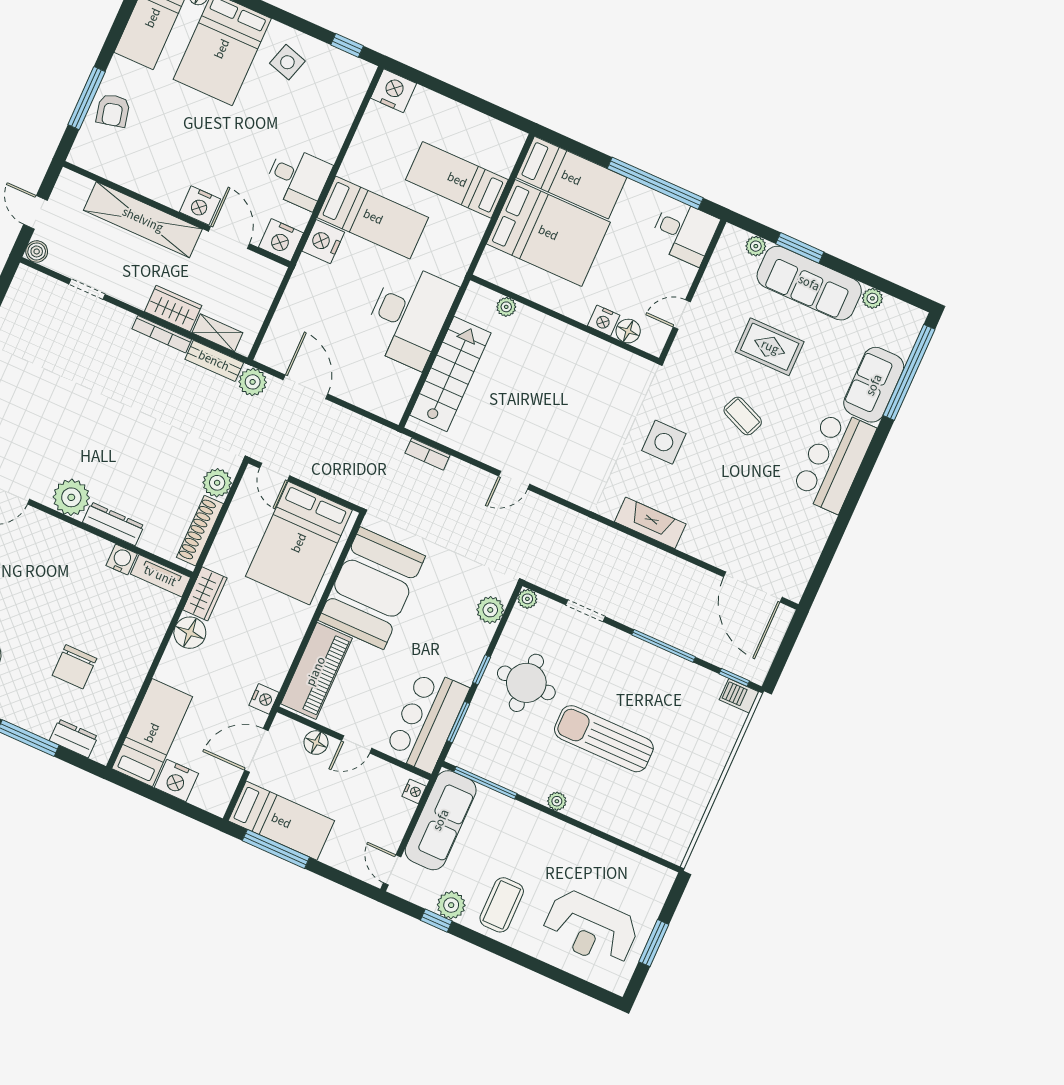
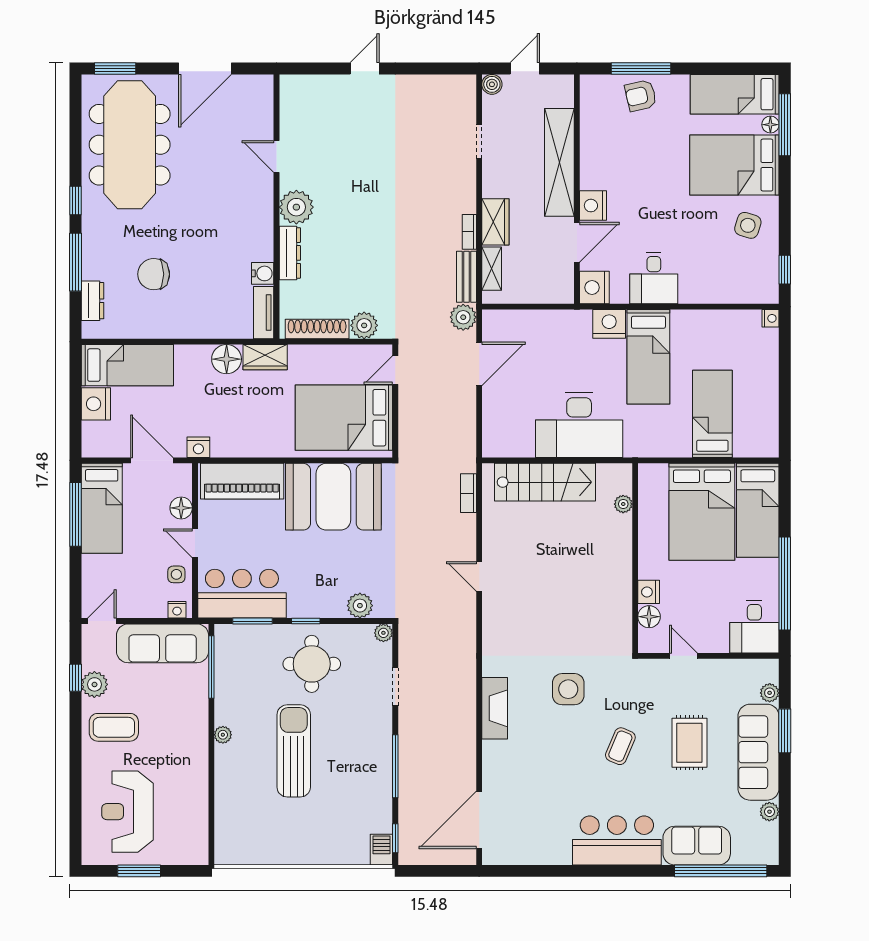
nightstand: (393, 91) -> (771, 318), width x0.53, depth x0.56
bookcase: (162, 334) -> (469, 232), width x0.64
side table: (379, 776) -> (176, 574), added

